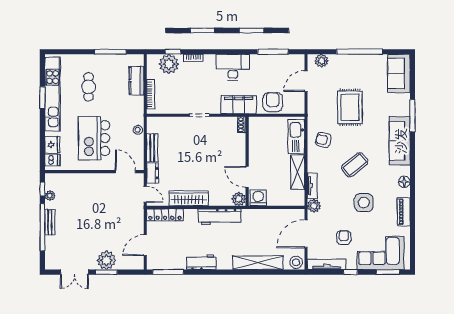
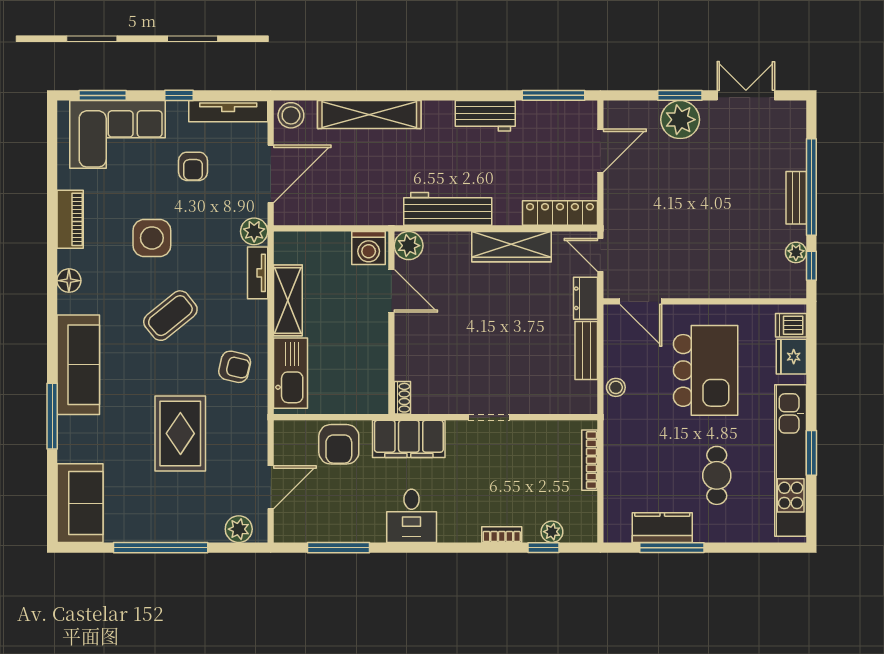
plant: (169, 64) -> (552, 532), width x0.53, depth x0.53
desk: (233, 67) -> (412, 516), width x0.73
kitchen counter: (137, 81) -> (662, 528), moved, turned -90

